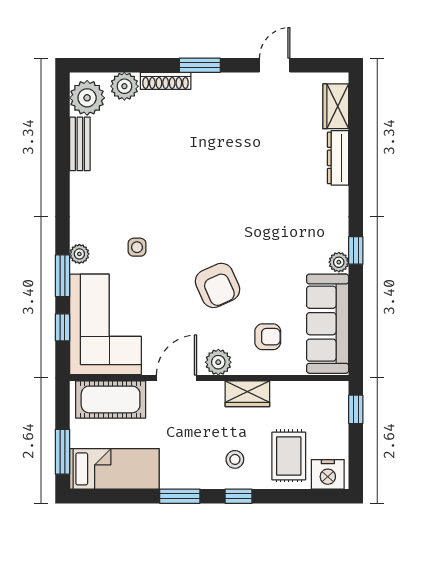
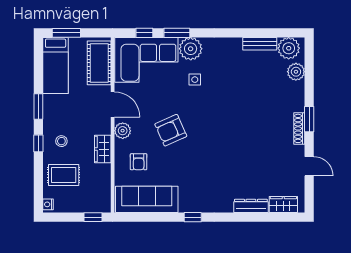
shoe rack: (166, 81) -> (299, 128), moved
plant: (79, 254) -> (191, 49), width x1.88, depth x1.88
plant: (339, 262) -> (185, 206), removed
nightstand: (328, 474) -> (48, 204), width x0.53, depth x0.56

